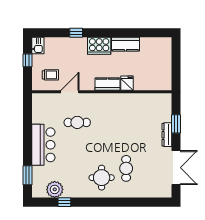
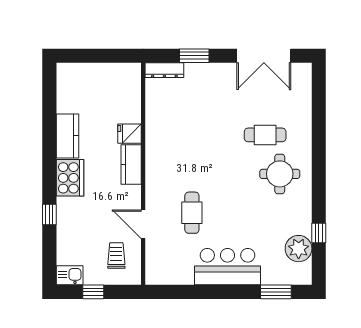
dresser: (167, 135) -> (164, 70), moved
double door: (176, 168) -> (264, 56), swing flipped

